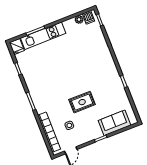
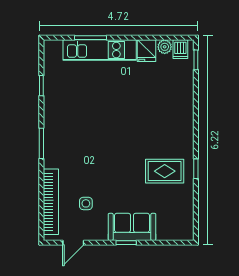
fridge: (17, 46) -> (147, 51), moved
rug: (82, 102) -> (165, 171), moved
sofa: (114, 123) -> (132, 227), moved

